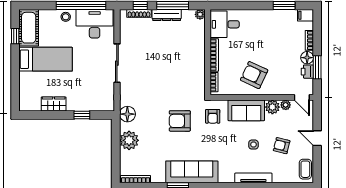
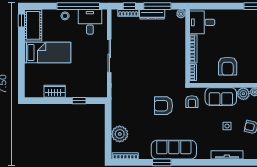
desk: (95, 24) -> (90, 22), width x0.73
window: (15, 36) -> (21, 20), moved
armchair: (254, 75) -> (228, 66), turned -115
floor lamp: (127, 114) -> (118, 100), removed
plant: (129, 140) -> (120, 134), moved

